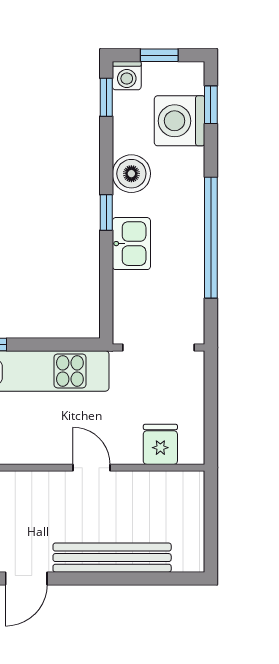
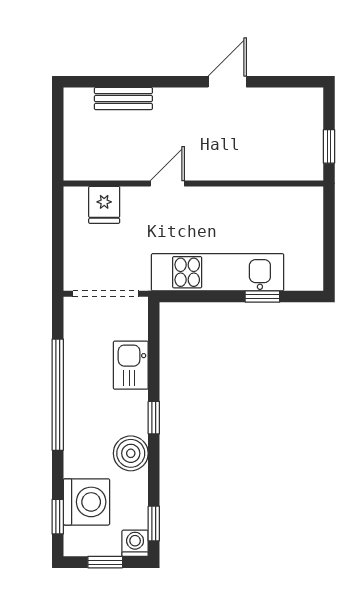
kitchen sink: (131, 244) -> (131, 365), moved
door: (92, 468) -> (167, 184), swing flipped
bench: (112, 558) -> (123, 99), width x0.54, depth x0.82

